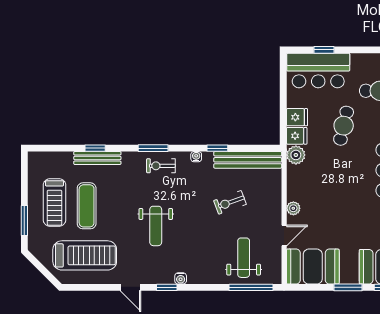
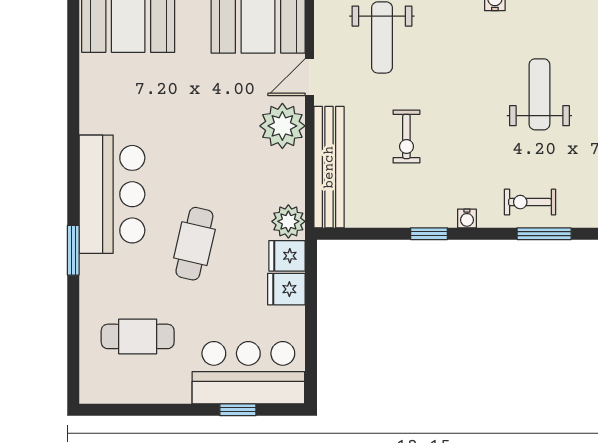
cafe table: (344, 126) -> (194, 244), moved
bench: (248, 160) -> (329, 167), moved, turned 90
exercise bike: (161, 166) -> (530, 202), turned 180
exercise bike: (230, 202) -> (406, 136), turned 110
plant: (293, 208) -> (282, 126), width x1.87, depth x1.87

